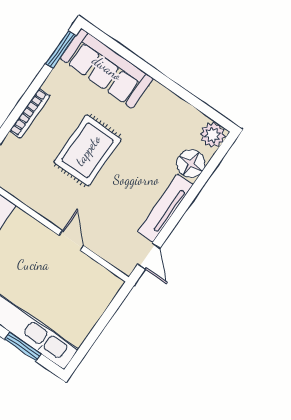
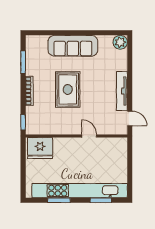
window: (61, 49) -> (23, 62), moved
sofa: (107, 68) -> (73, 46), moved
floor lamp: (191, 164) -> (119, 62), removed

